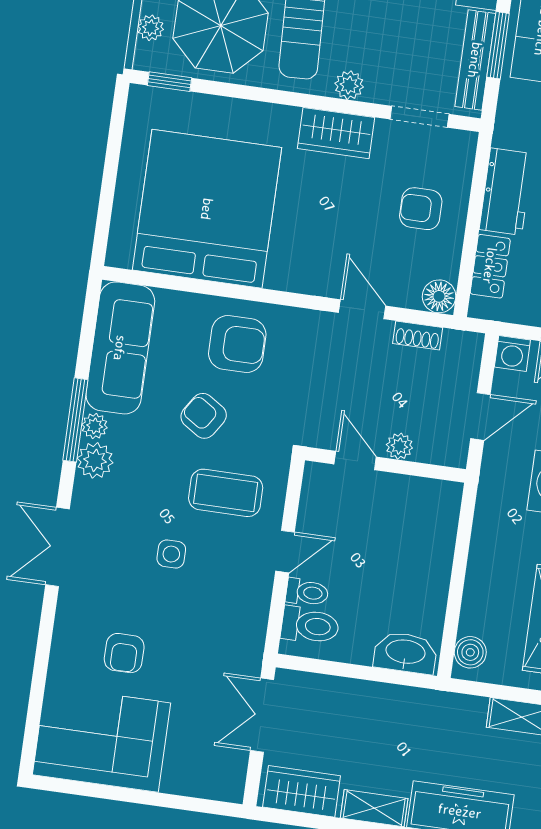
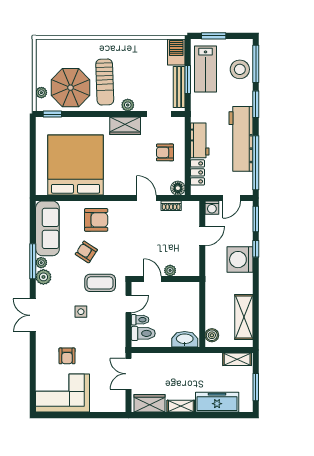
plant: (399, 446) -> (170, 270), moved
door: (355, 460) -> (152, 279), moved
wall: (386, 465) -> (165, 279), moved

